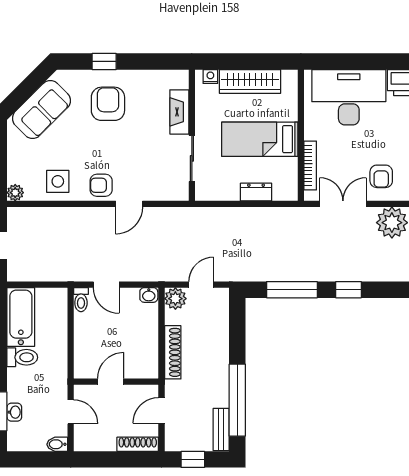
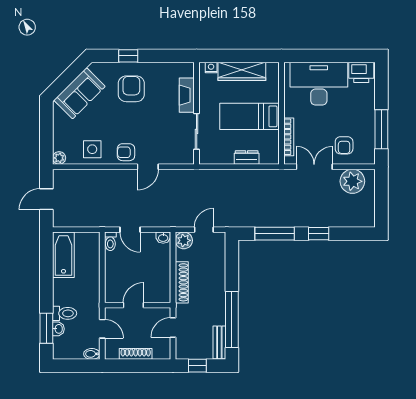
toilet: (22, 357) -> (65, 313), moved
shoe rack: (138, 444) -> (136, 354), moved

